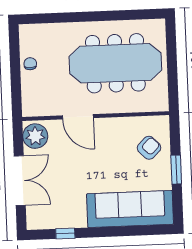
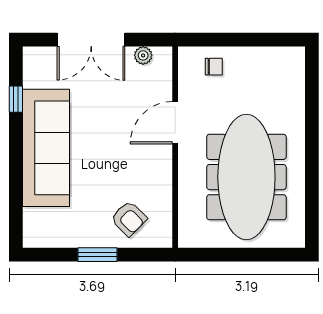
chair: (30, 64) -> (214, 67), moved
plant: (35, 136) -> (143, 55), width x0.53, depth x0.53
sofa: (130, 209) -> (46, 148), moved

